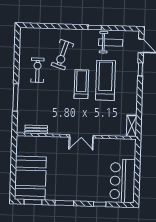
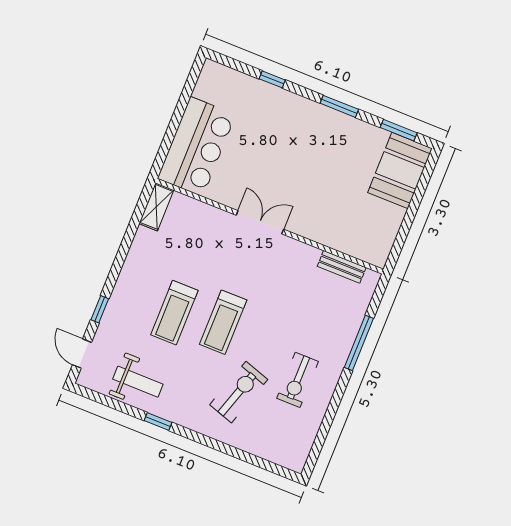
weight bench: (111, 42) -> (138, 382), turned 180
treadmill: (105, 80) -> (174, 313), width x0.73, depth x0.73
booth: (30, 178) -> (400, 170), width x0.73, depth x0.70
bar counter: (123, 181) -> (196, 146), moved

